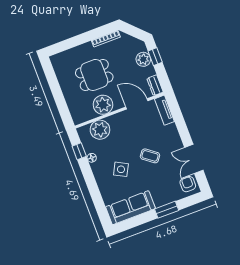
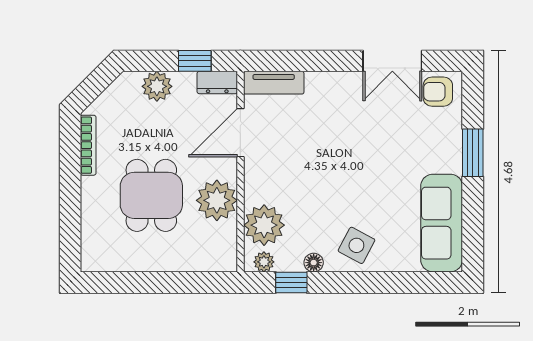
window: (155, 57) -> (195, 61), moved
plant: (84, 136) -> (264, 262), added
coffee table: (150, 156) -> (354, 146), removed
side table: (121, 169) -> (356, 245), moved

